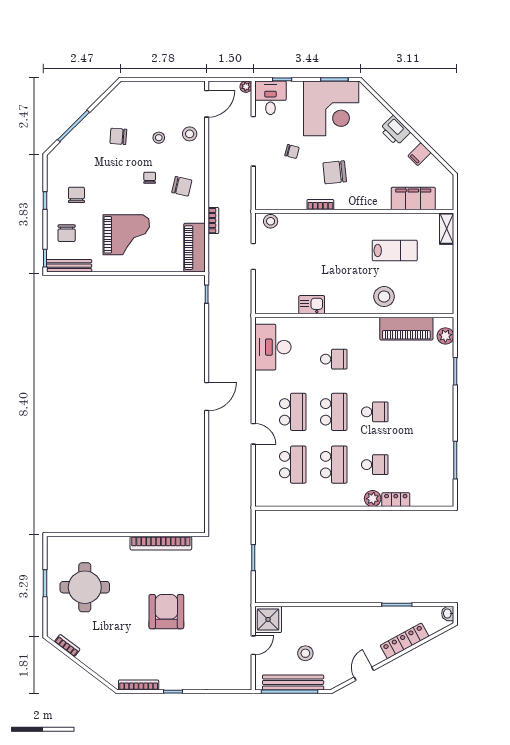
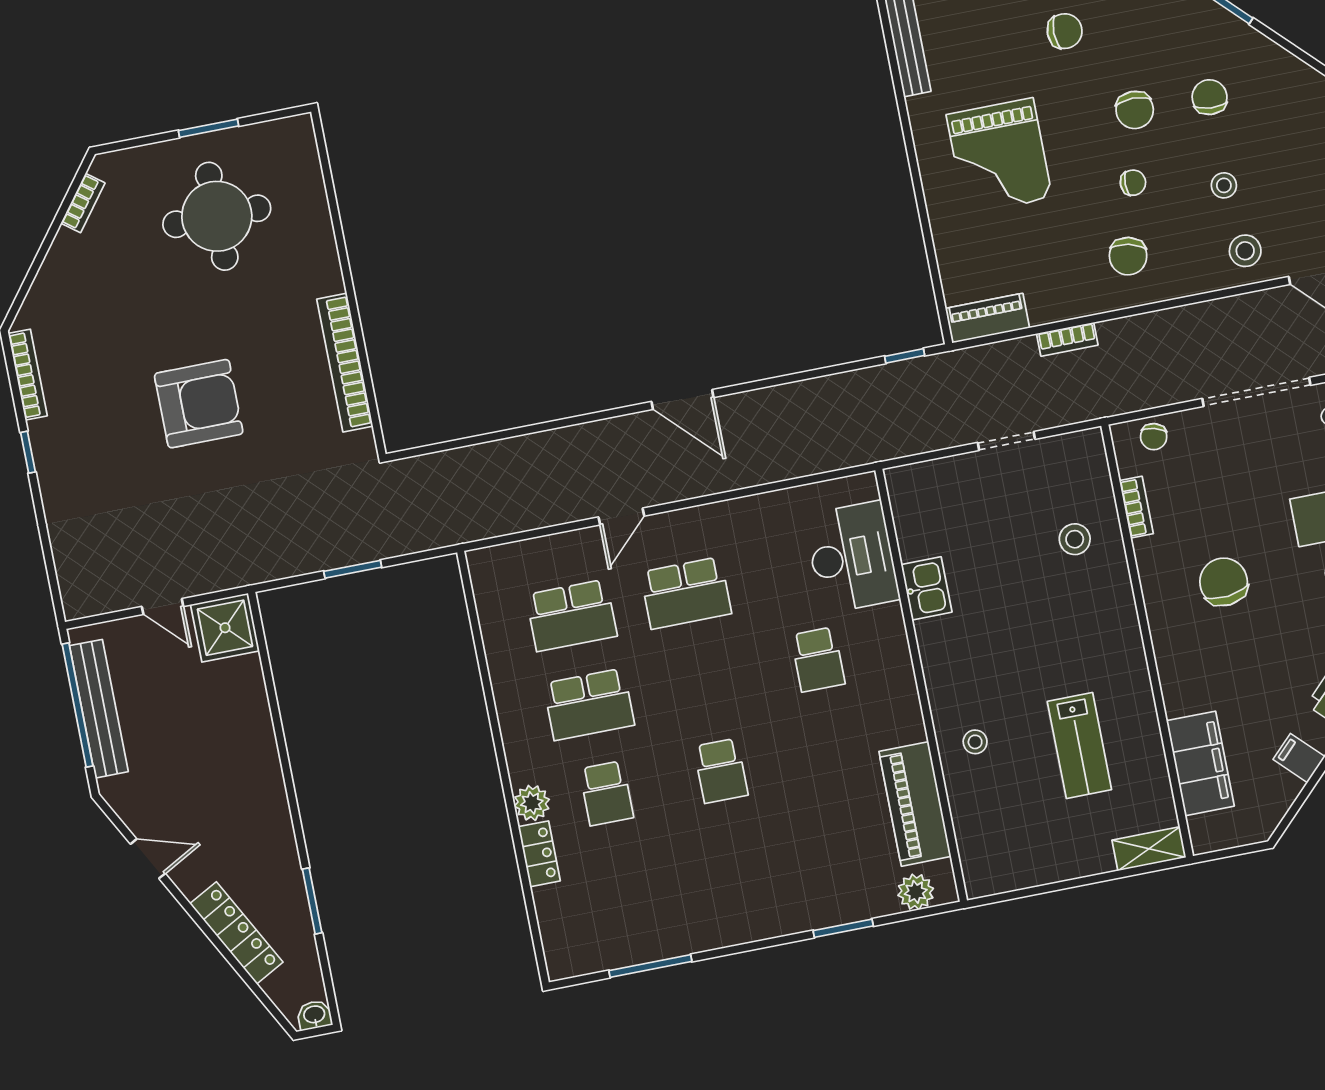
chair: (292, 152) -> (1154, 437), moved
bookcase: (320, 205) -> (1136, 507), moved
stool: (271, 221) -> (1075, 539), moved
chair: (67, 233) -> (1135, 110), moved, turned -90
piano: (194, 248) -> (987, 318), width x0.73, depth x0.75
stool: (384, 297) -> (975, 742), width x0.53, depth x0.53
desk: (273, 347) -> (852, 557), moved, turned 90
school desk: (334, 412) -> (703, 682), removed
stool: (305, 653) -> (168, 723), removed

